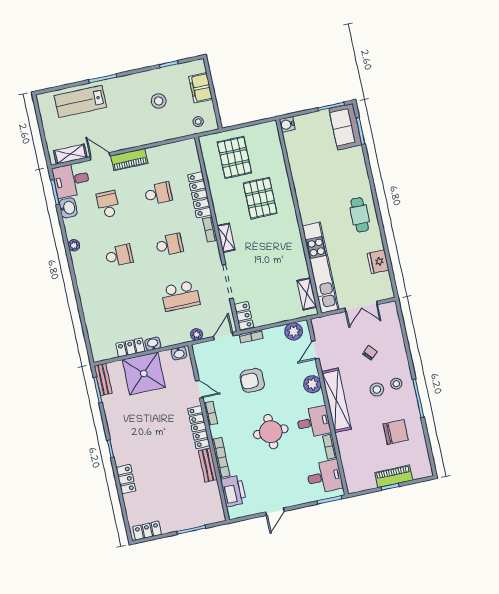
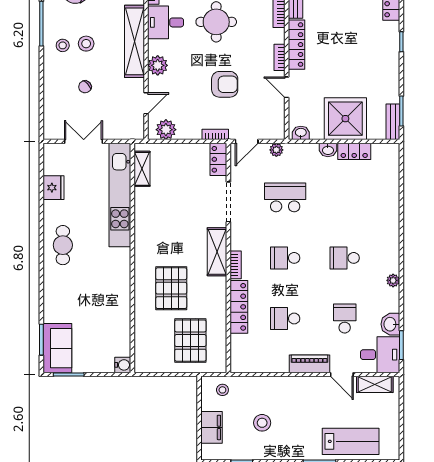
school desk: (108, 204) -> (345, 319), turned 180
shelving: (226, 238) -> (217, 252), width x1.50, depth x1.33

